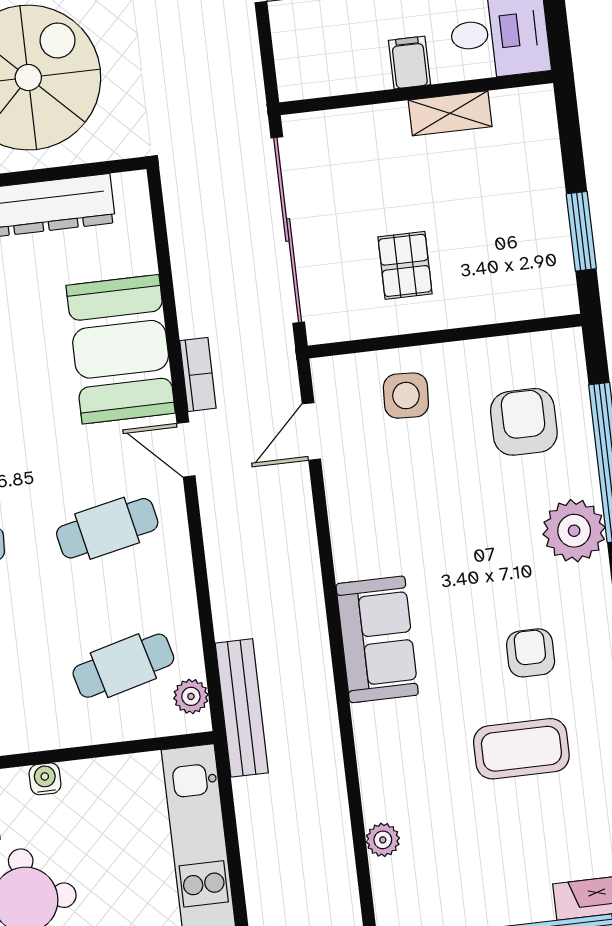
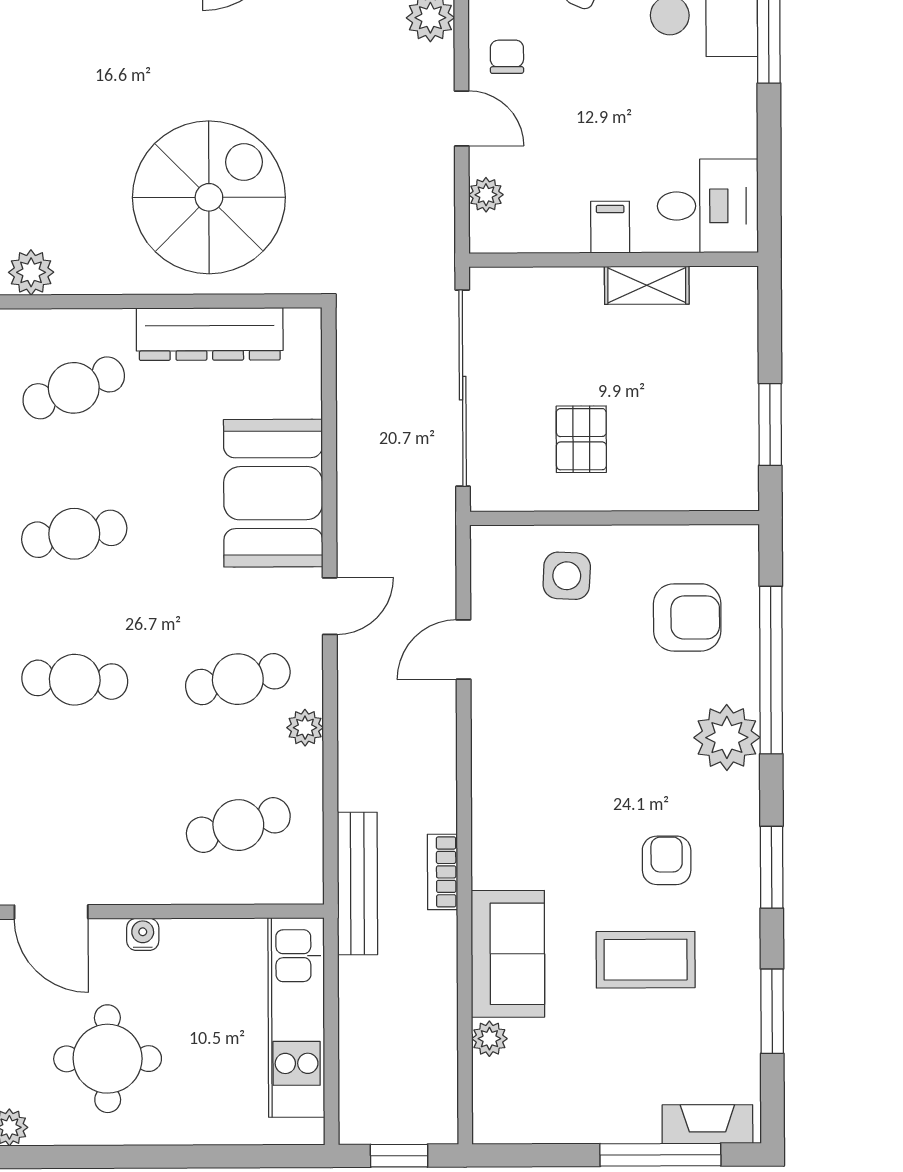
plant: (289, 45) -> (486, 195), added
bookcase: (198, 374) -> (443, 872), moved, turned 180
armchair: (524, 422) -> (687, 617), turned 90
door: (311, 431) -> (464, 649), moved
door: (186, 450) -> (330, 606), swing flipped
sofa: (377, 639) -> (508, 954), moved
plant: (191, 696) -> (305, 728), moved

